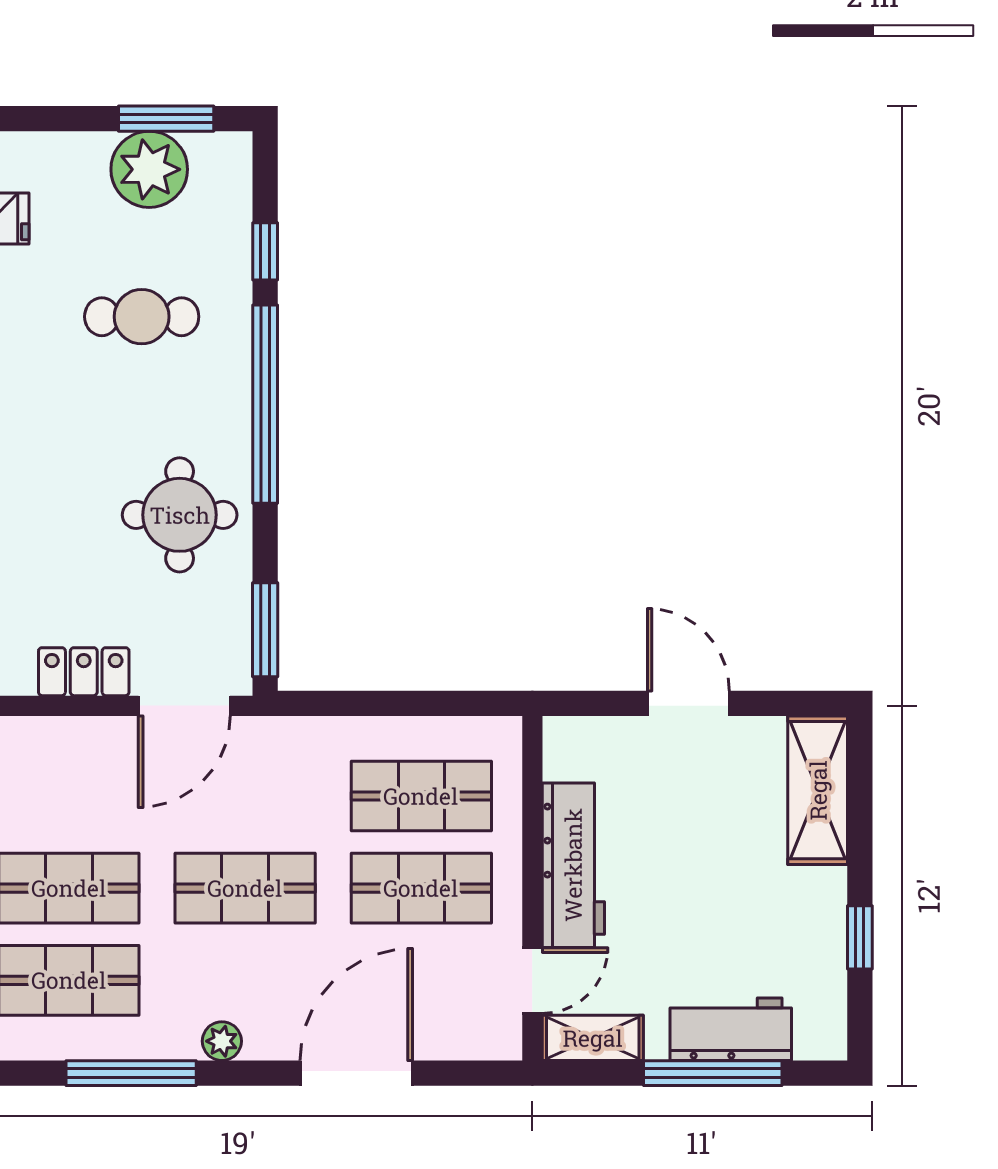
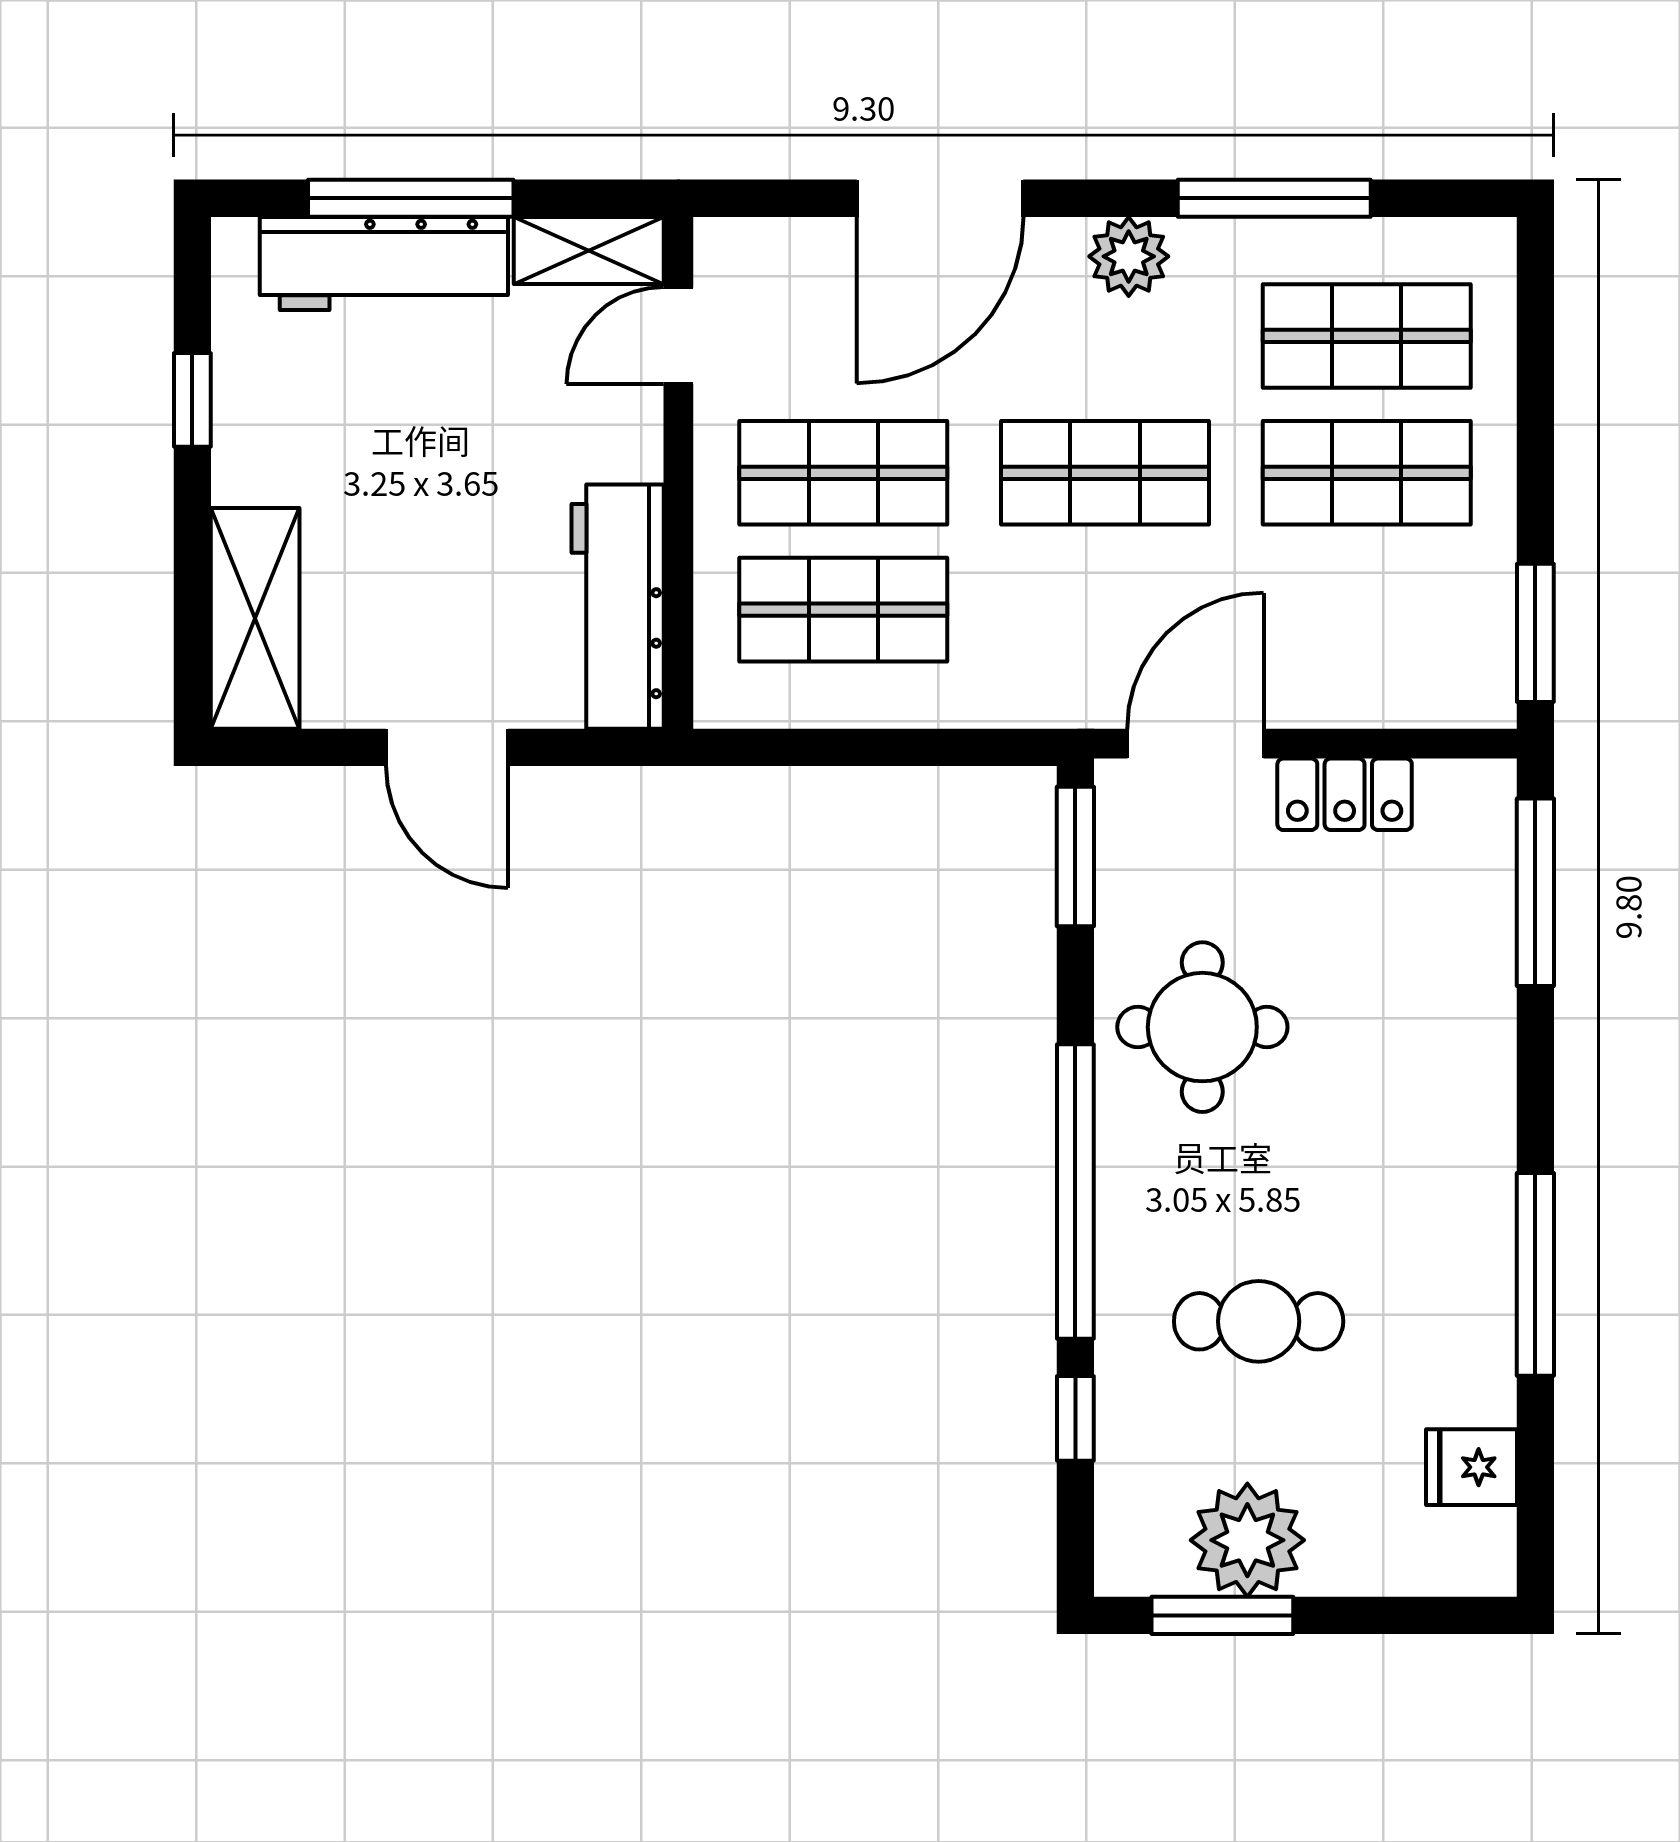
workbench: (573, 865) -> (618, 607), moved
workbench: (731, 1029) -> (384, 263), width x1.37
plant: (222, 1041) -> (1129, 256), width x1.38, depth x1.38

